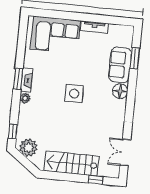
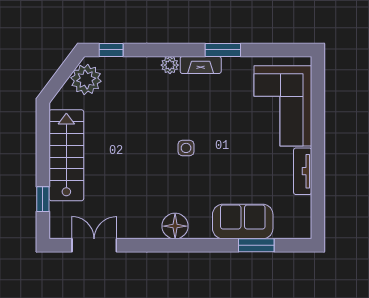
window: (18, 79) -> (223, 50), moved
floor lamp: (120, 91) -> (175, 226), moved
side table: (74, 94) -> (186, 148), width x0.54, depth x0.54

